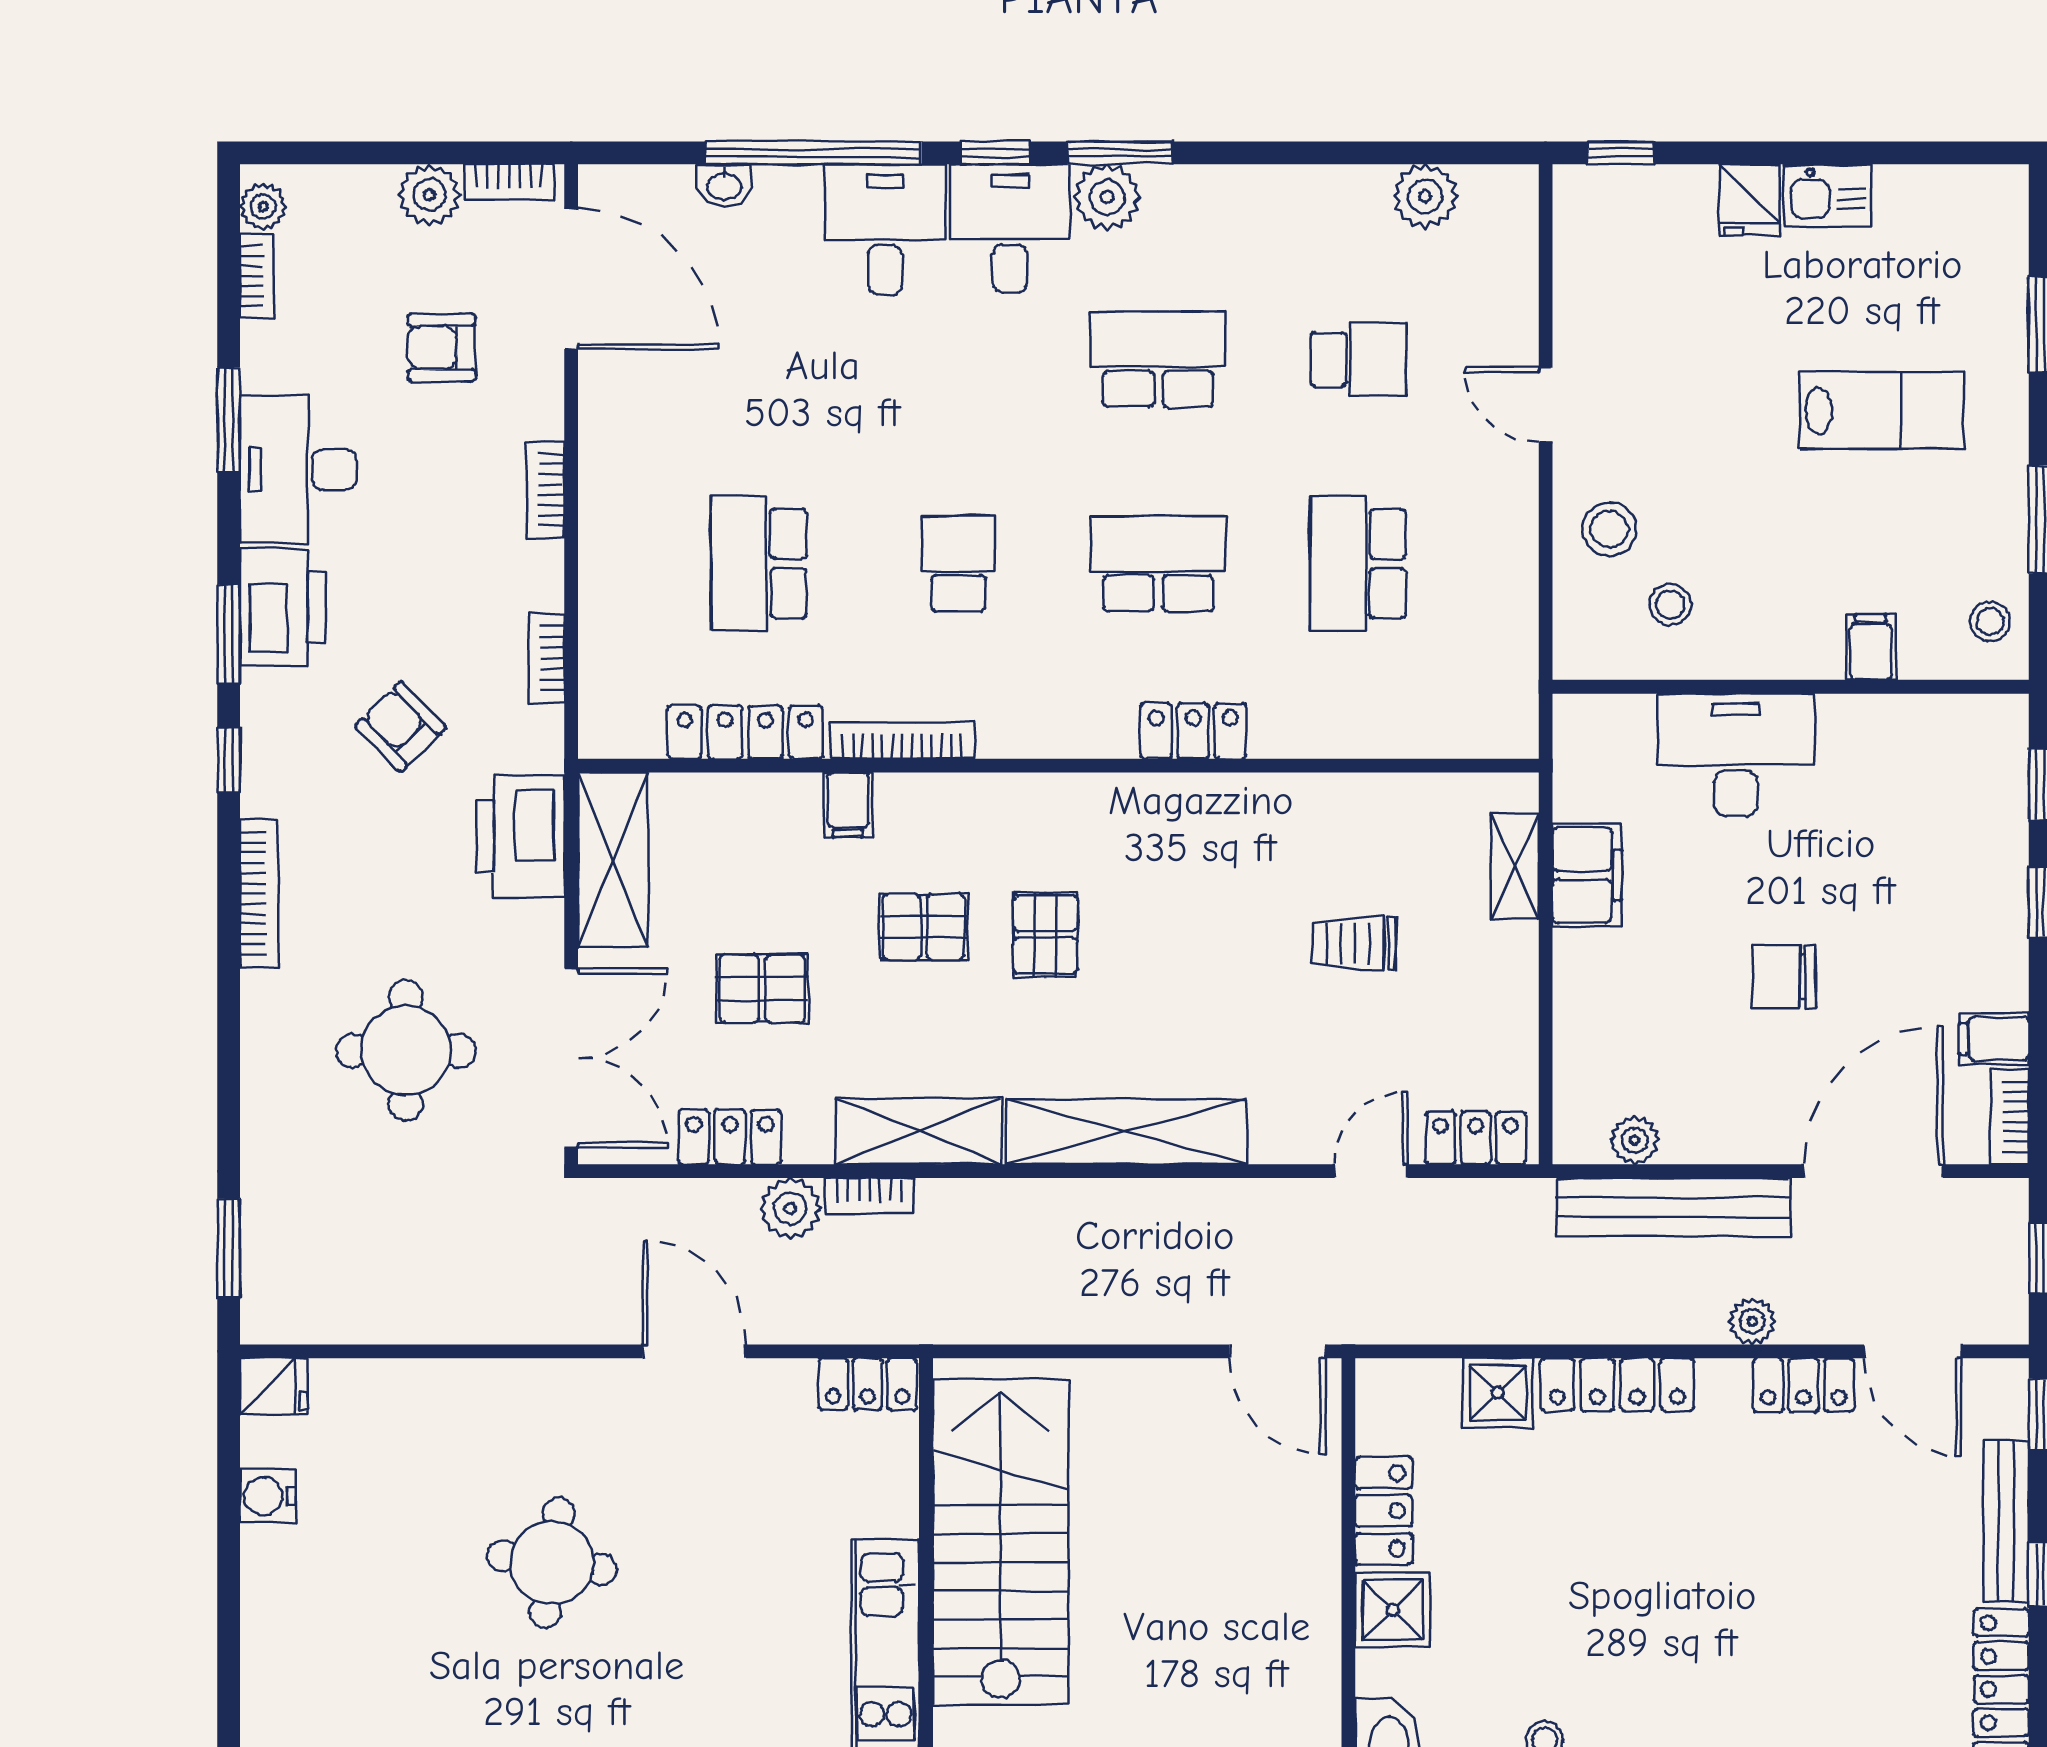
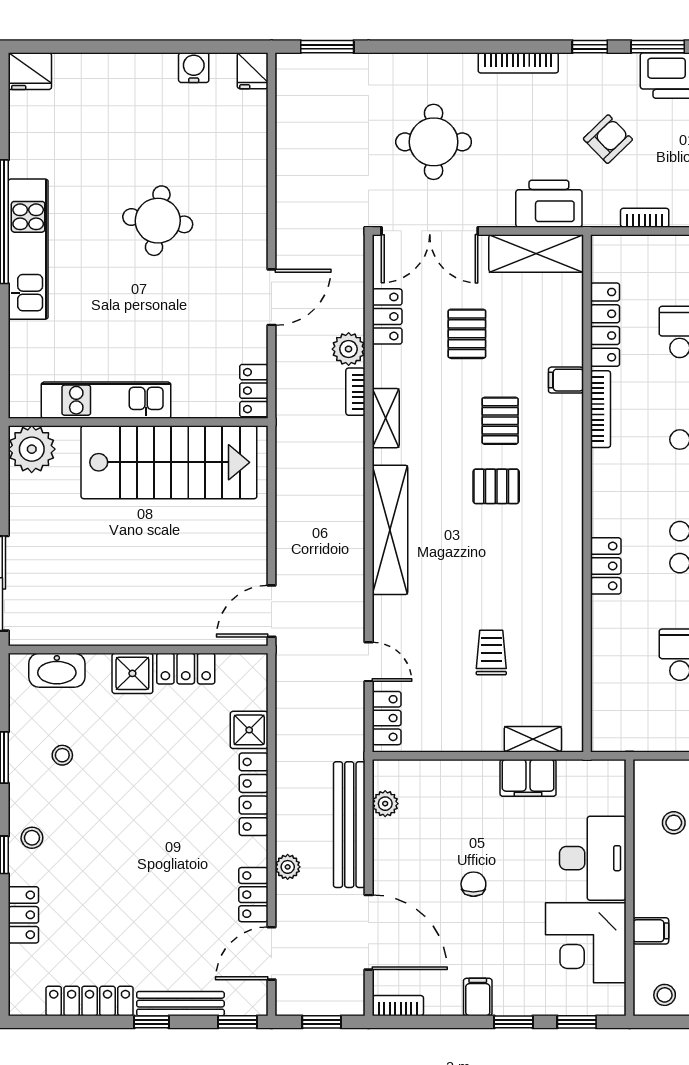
corner desk: (1893, 768) -> (586, 943), added
chair: (1784, 976) -> (473, 884), width x0.73, depth x0.73
filing cabinet: (1994, 1039) -> (478, 997), moved
shelving: (919, 1131) -> (386, 418), width x0.67, depth x0.75

